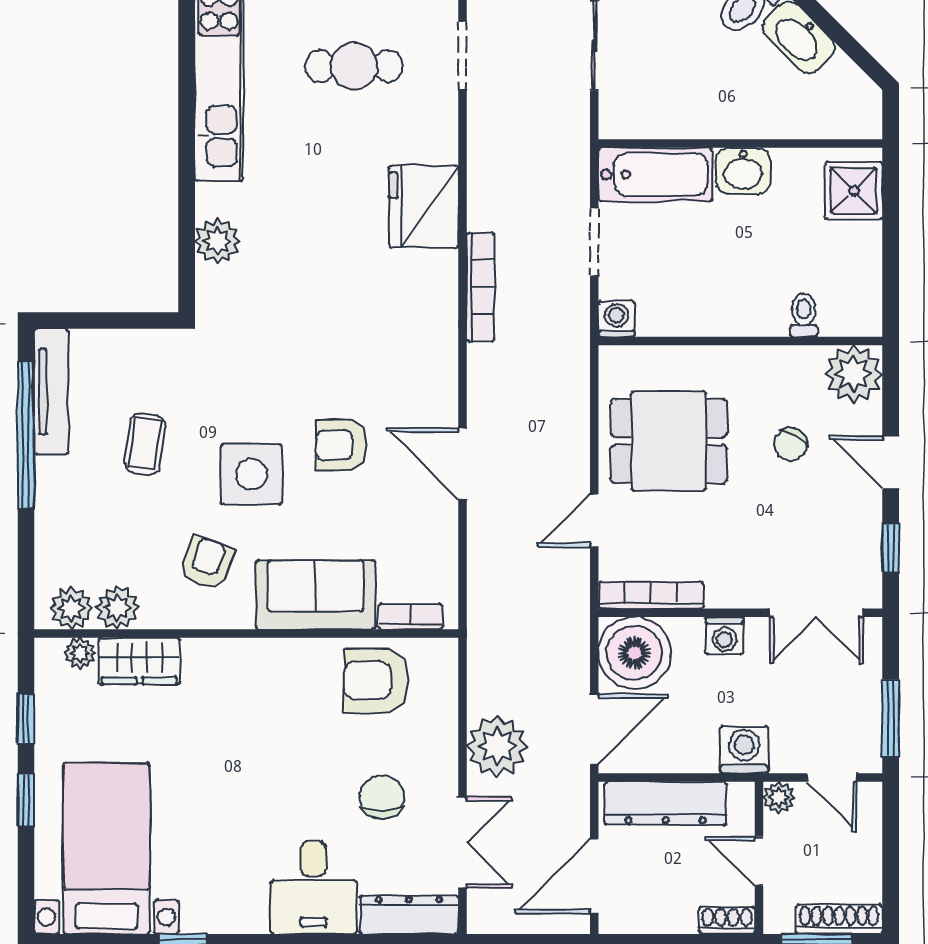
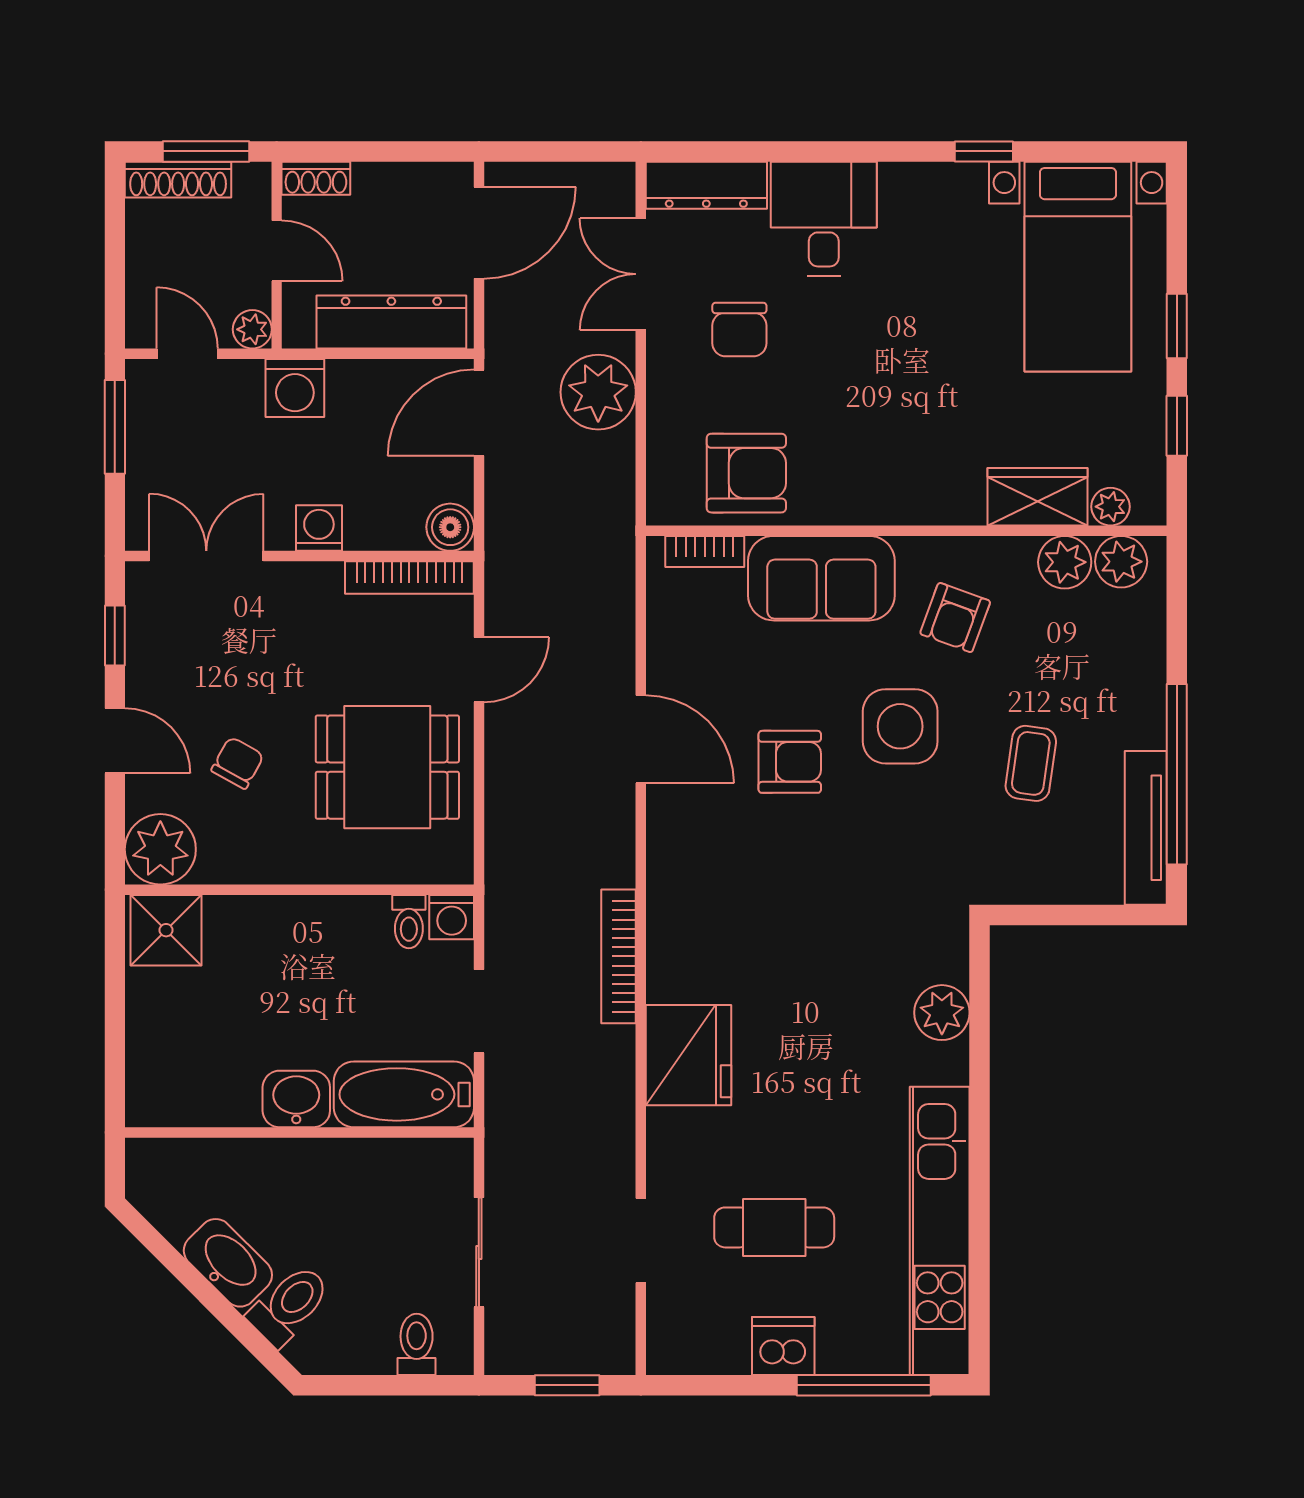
shower: (854, 191) -> (166, 930), moved
toilet: (804, 315) -> (409, 922), moved
boiler: (634, 653) -> (450, 527), width x0.54, depth x0.54

